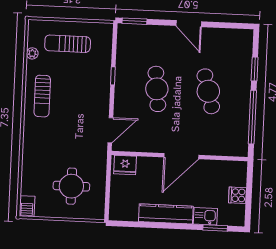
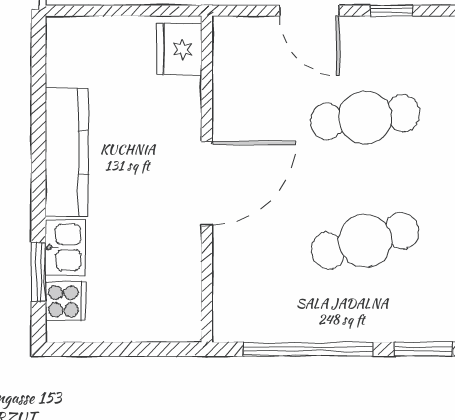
door: (110, 130) -> (309, 11), moved
door: (181, 156) -> (207, 183), swing flipped
cooker: (237, 195) -> (66, 301), moved, turned 90

